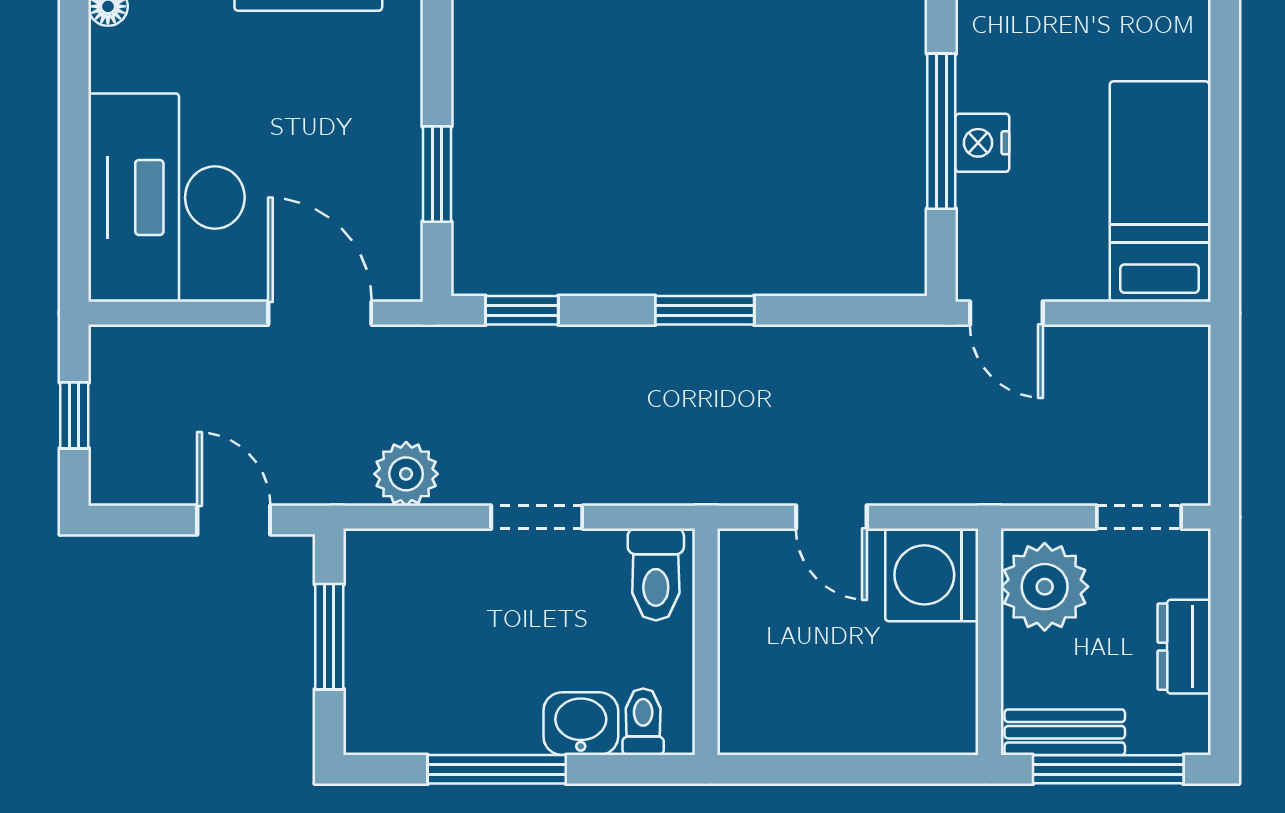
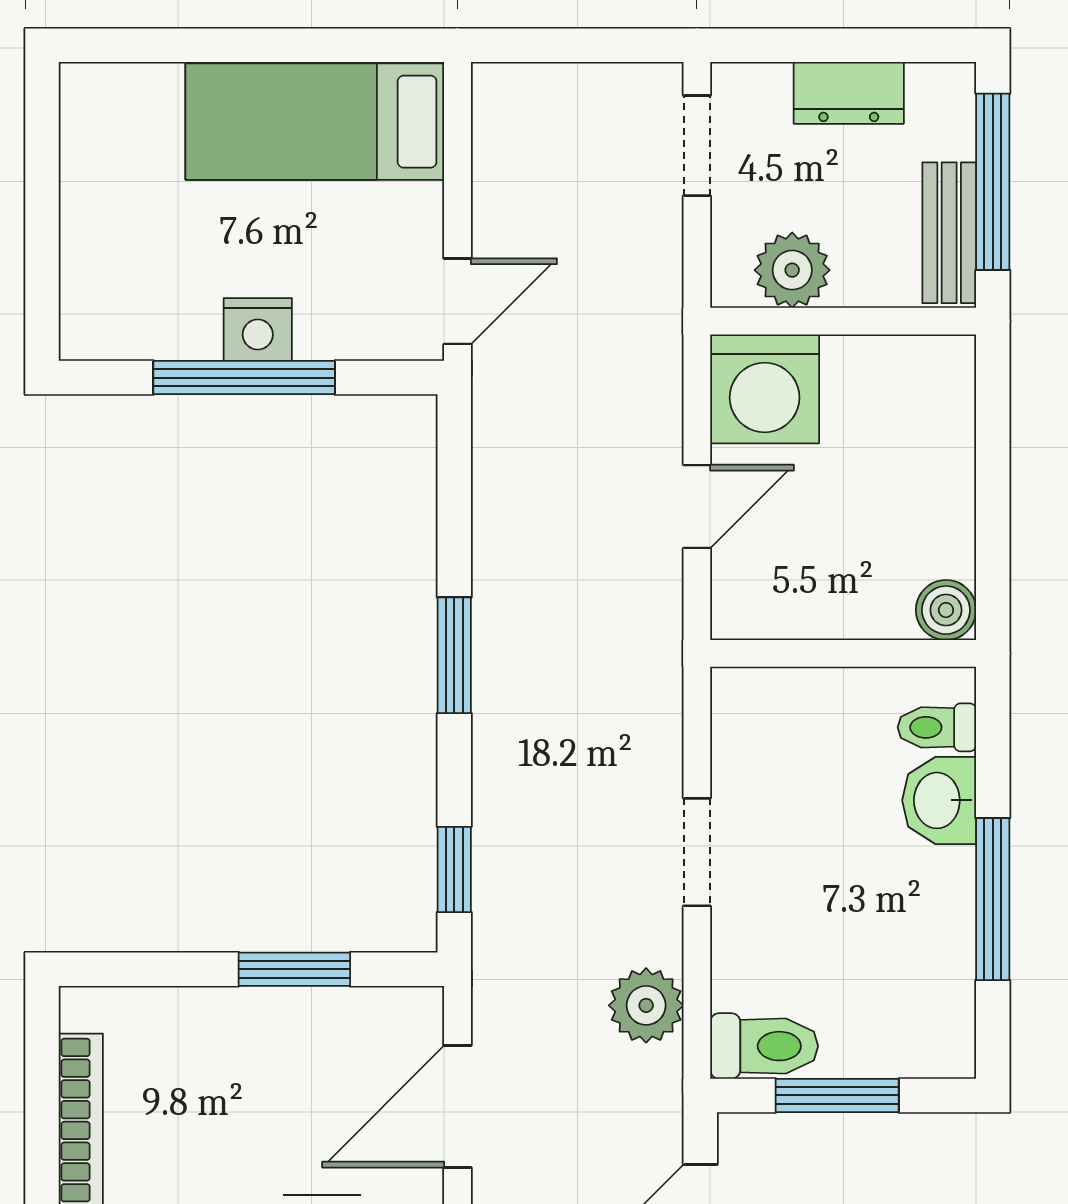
toilet: (656, 575) -> (764, 1046), moved
plant: (1045, 587) -> (792, 270), width x0.73, depth x0.73
boiler: (743, 729) -> (946, 610), added

